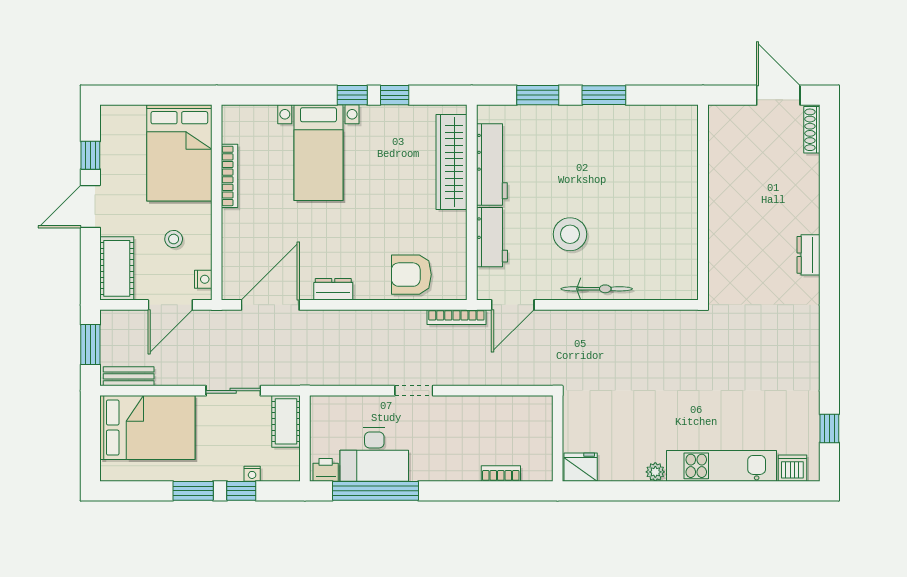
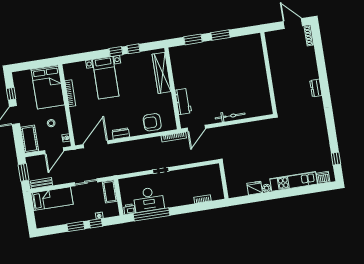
workbench: (492, 165) -> (178, 71), removed
stool: (570, 234) -> (215, 95), removed
bed: (147, 428) -> (52, 199), width x0.67
fridge: (581, 467) -> (255, 188), moved

